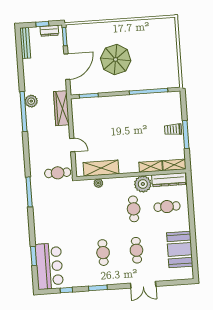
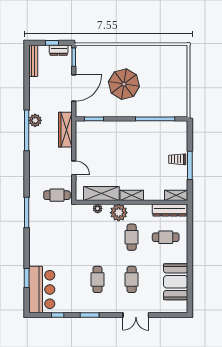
shelving: (151, 166) -> (132, 195), moved
plant: (143, 184) -> (119, 213), moved

